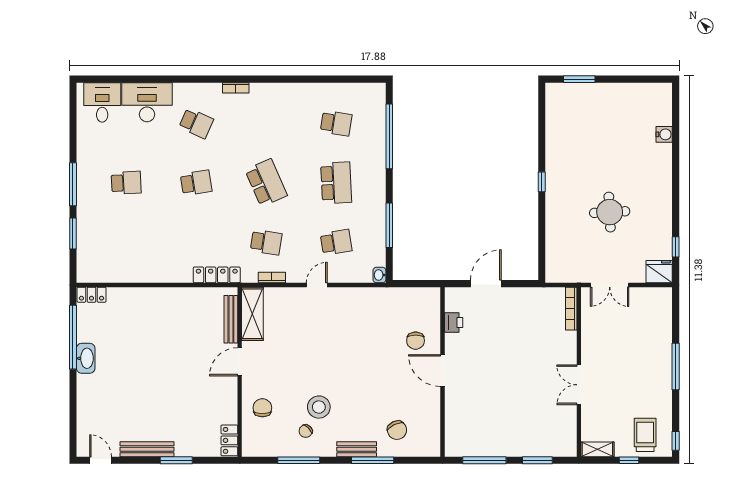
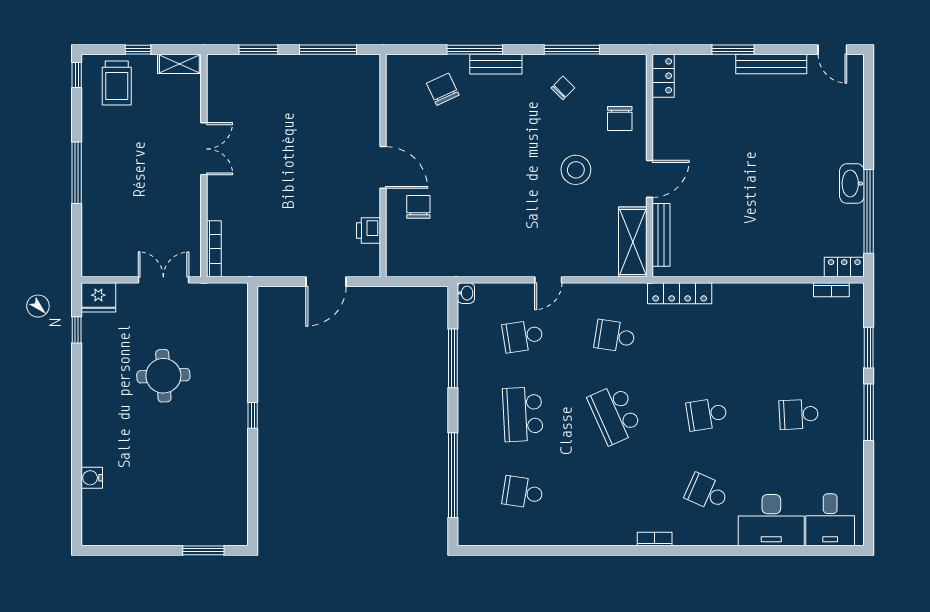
bookcase: (272, 278) -> (831, 290), moved
stool: (319, 407) -> (576, 170), moved

